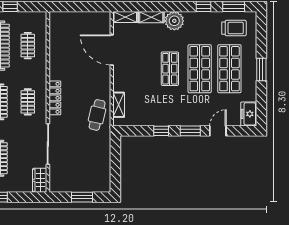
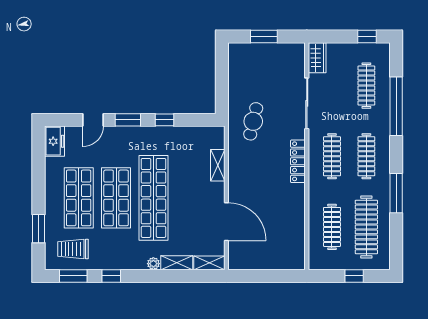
plant: (174, 21) -> (153, 264), width x0.53, depth x0.53
clothes rail: (28, 46) -> (332, 227), width x1.36
shop shelf: (170, 69) -> (153, 198), width x2.00, depth x1.36
window: (261, 70) -> (39, 229), moved
clothes rail: (28, 102) -> (332, 156), width x1.36
shelving: (119, 105) -> (218, 165), moved
cafe table: (97, 115) -> (253, 121), moved

